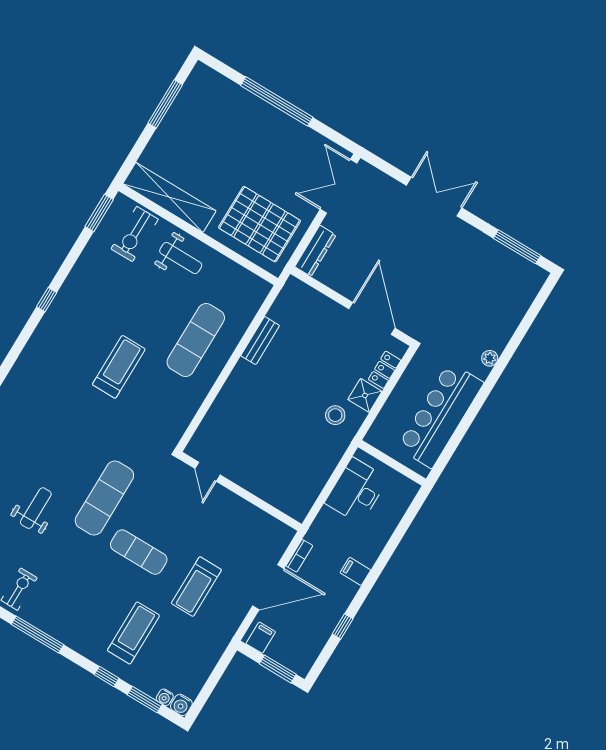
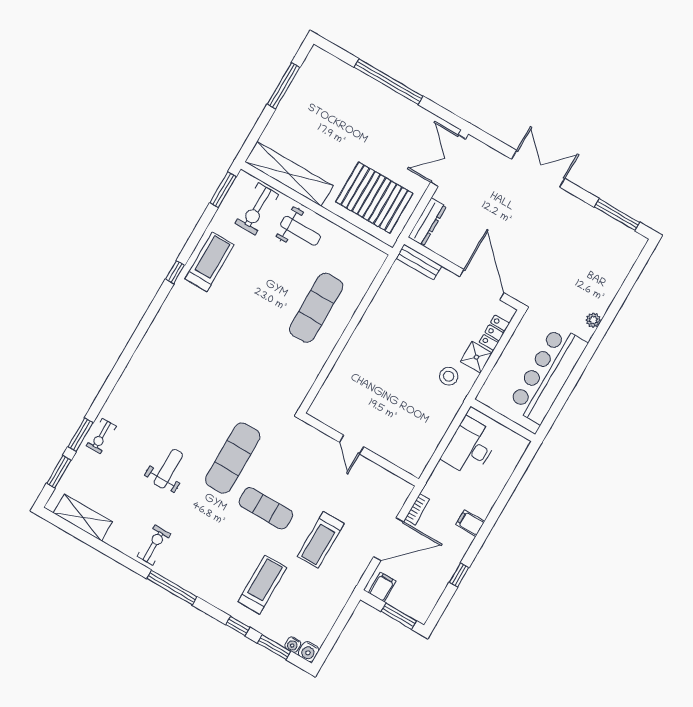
bench: (260, 341) -> (419, 262), moved, turned 90
treadmill: (119, 367) -> (210, 262), moved
door: (208, 472) -> (352, 444), moved

